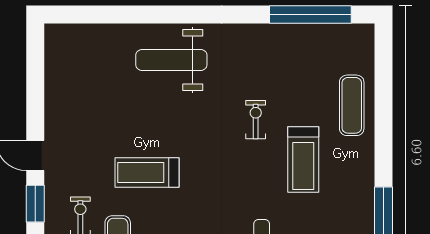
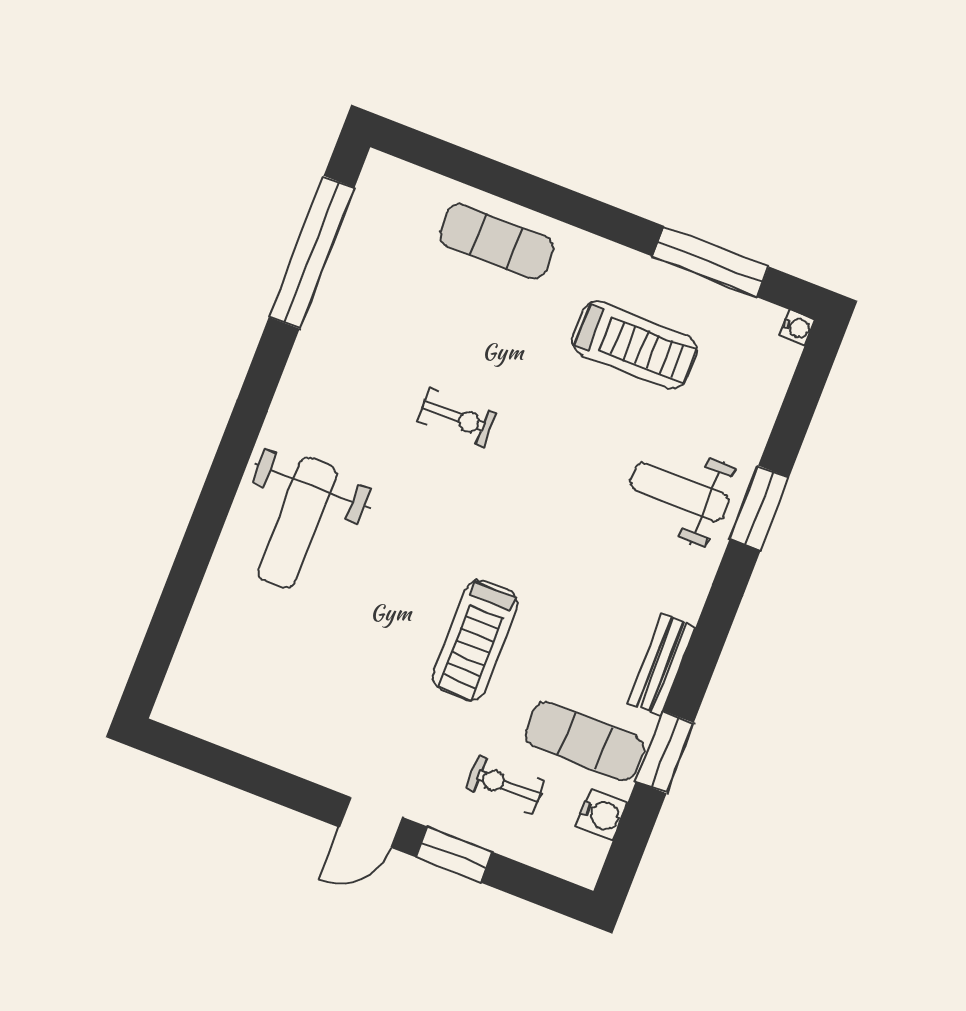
exercise bike: (256, 120) -> (457, 417), turned 180
treadmill: (303, 159) -> (635, 345), moved

